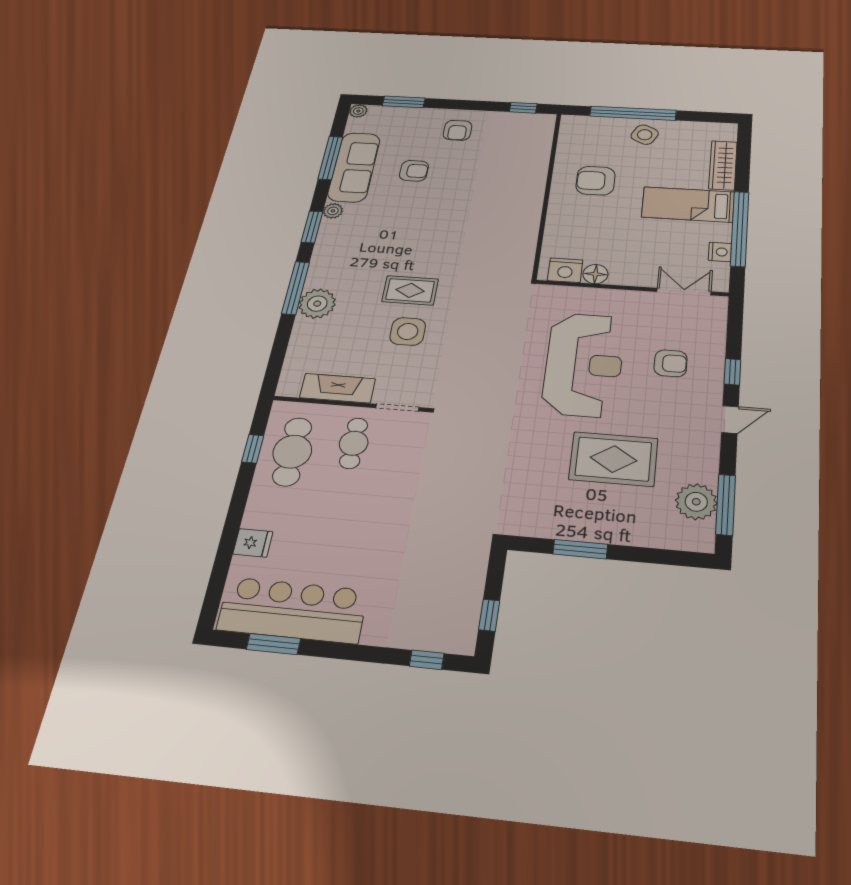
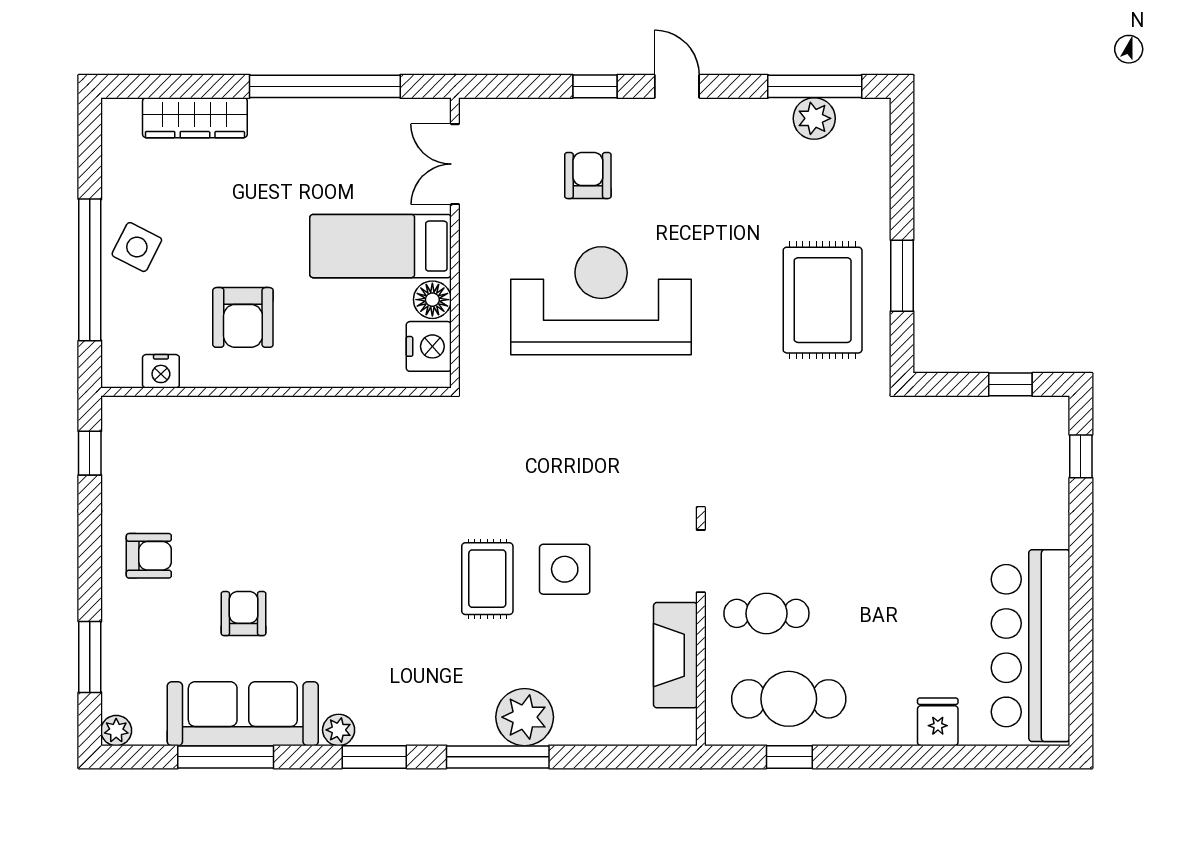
bed: (688, 205) -> (381, 246), moved, turned 90
nightstand: (720, 252) -> (161, 371), moved, turned 180
rug: (613, 459) -> (823, 300), moved
plant: (696, 502) -> (814, 118), width x0.73, depth x0.73
window: (273, 644) -> (1081, 660), removed

